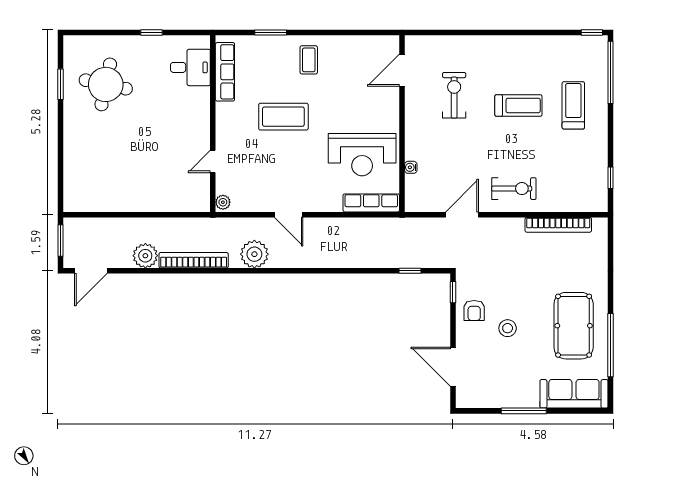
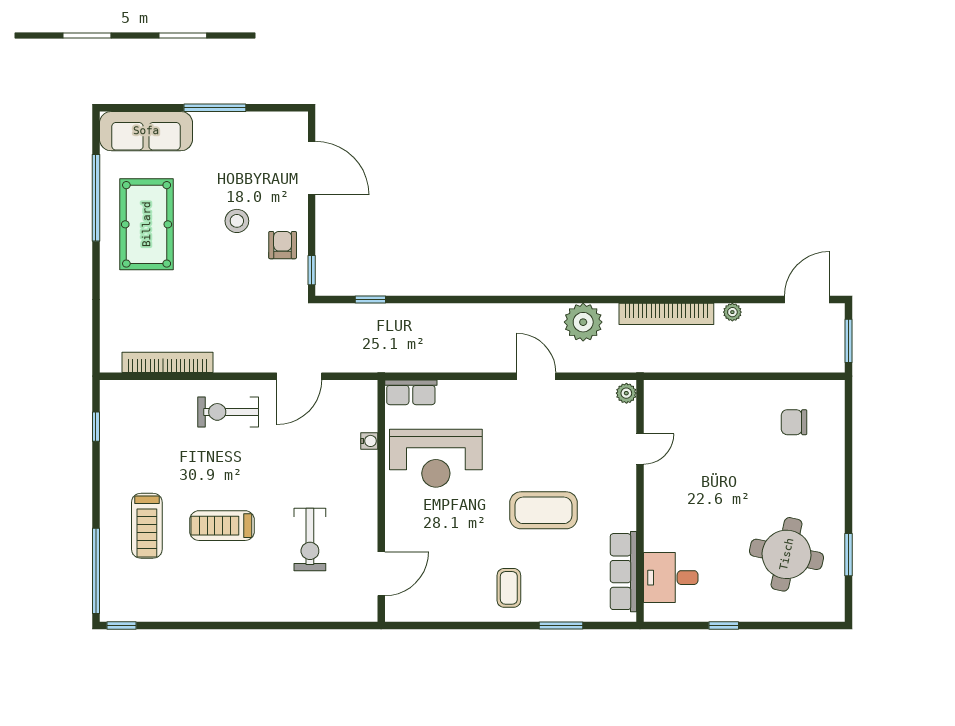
reception desk: (362, 155) -> (436, 458), turned 180
chair: (100, 181) -> (794, 422), added
row of seats: (371, 203) -> (411, 392), width x0.68
plant: (145, 256) -> (732, 312), width x0.53, depth x0.53

